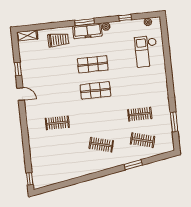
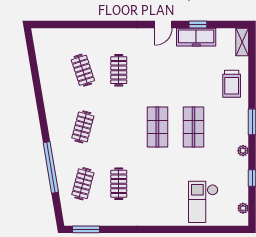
freezer: (87, 31) -> (196, 37), moved, turned -90
checkout: (146, 51) -> (203, 202), turned -90
window: (174, 122) -> (86, 229), moved
clothes rail: (60, 149) -> (83, 70), added
window: (133, 165) -> (51, 167), width x2.11
window: (30, 179) -> (47, 25), removed

